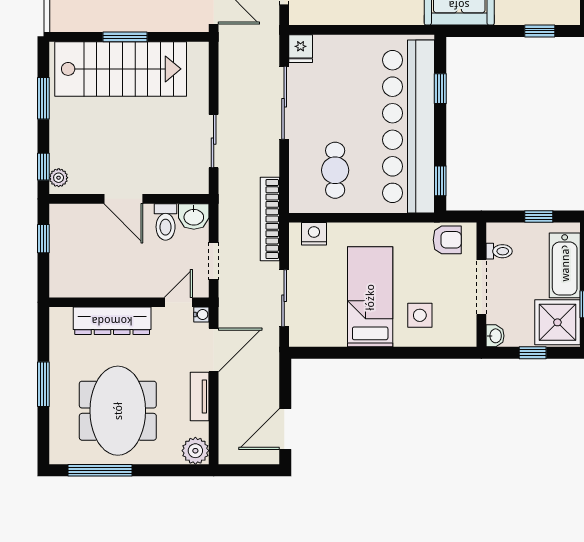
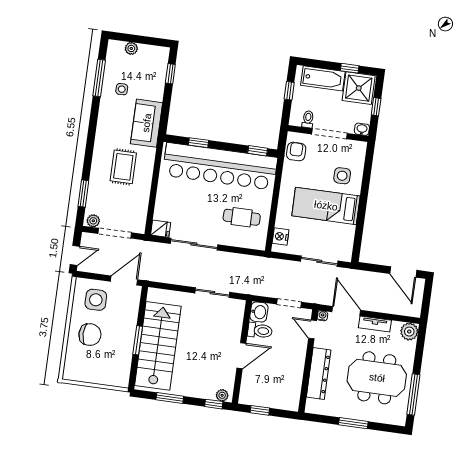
bookcase: (270, 219) -> (267, 263), removed

